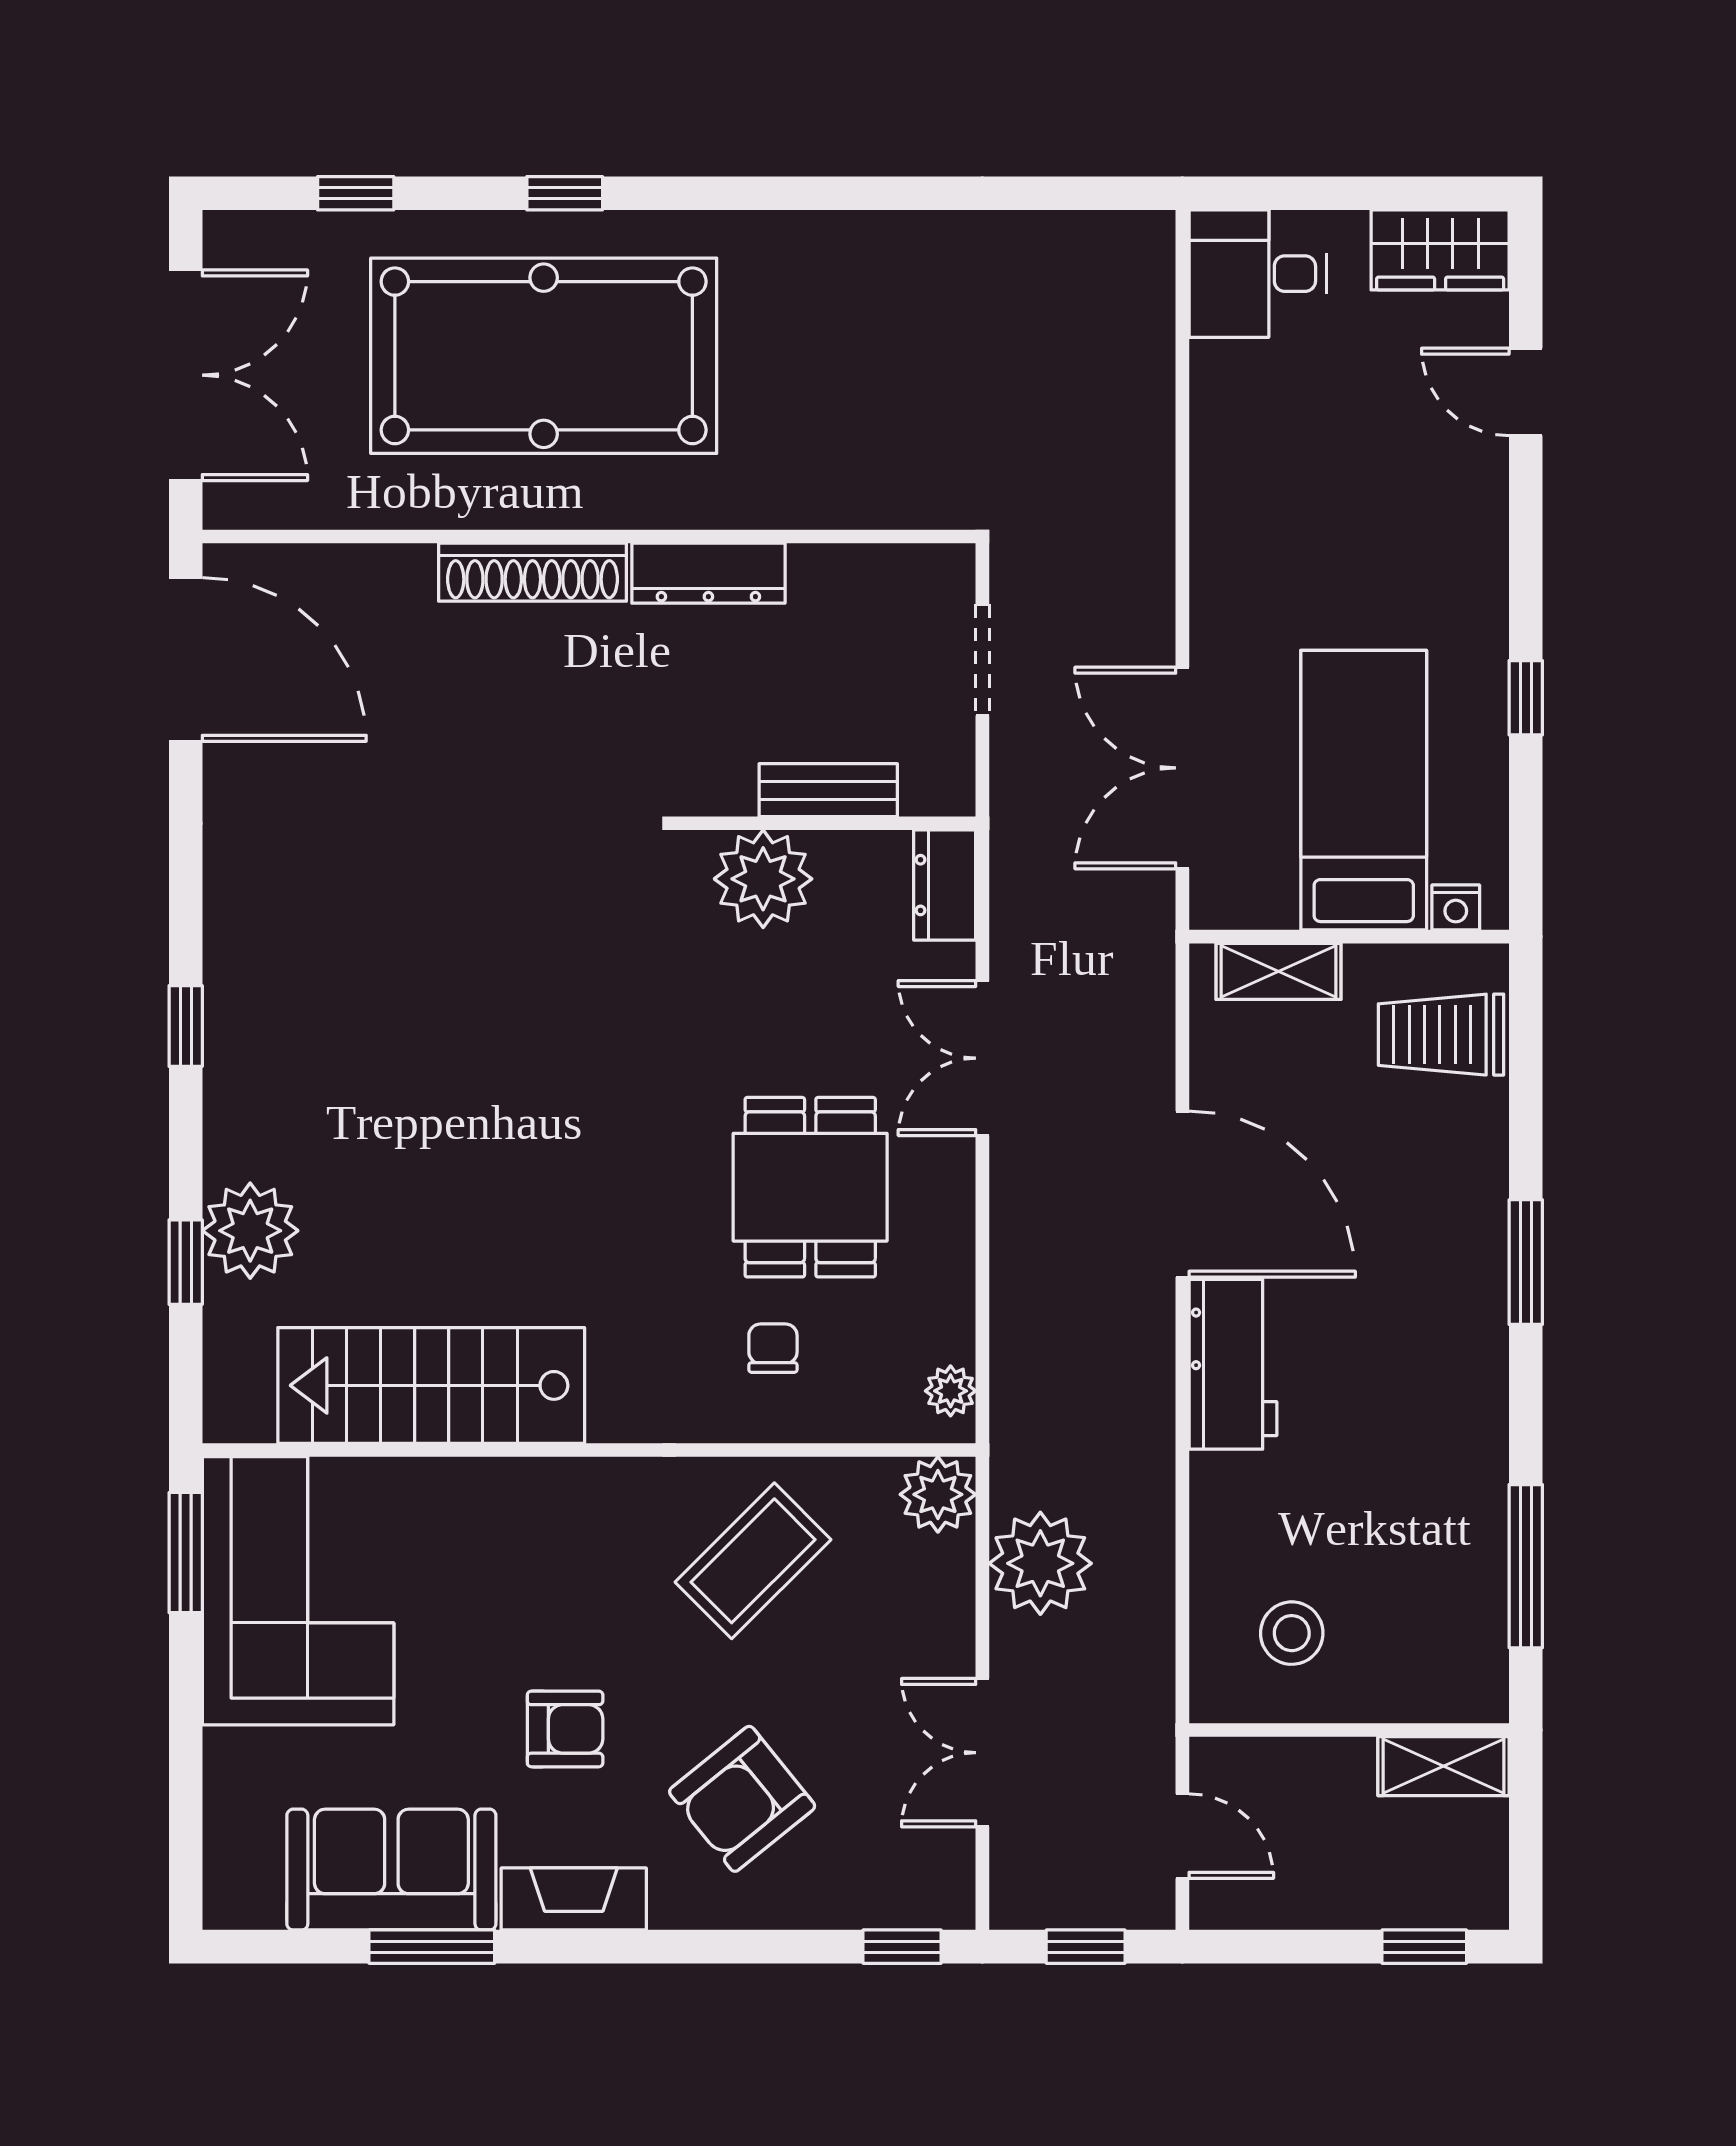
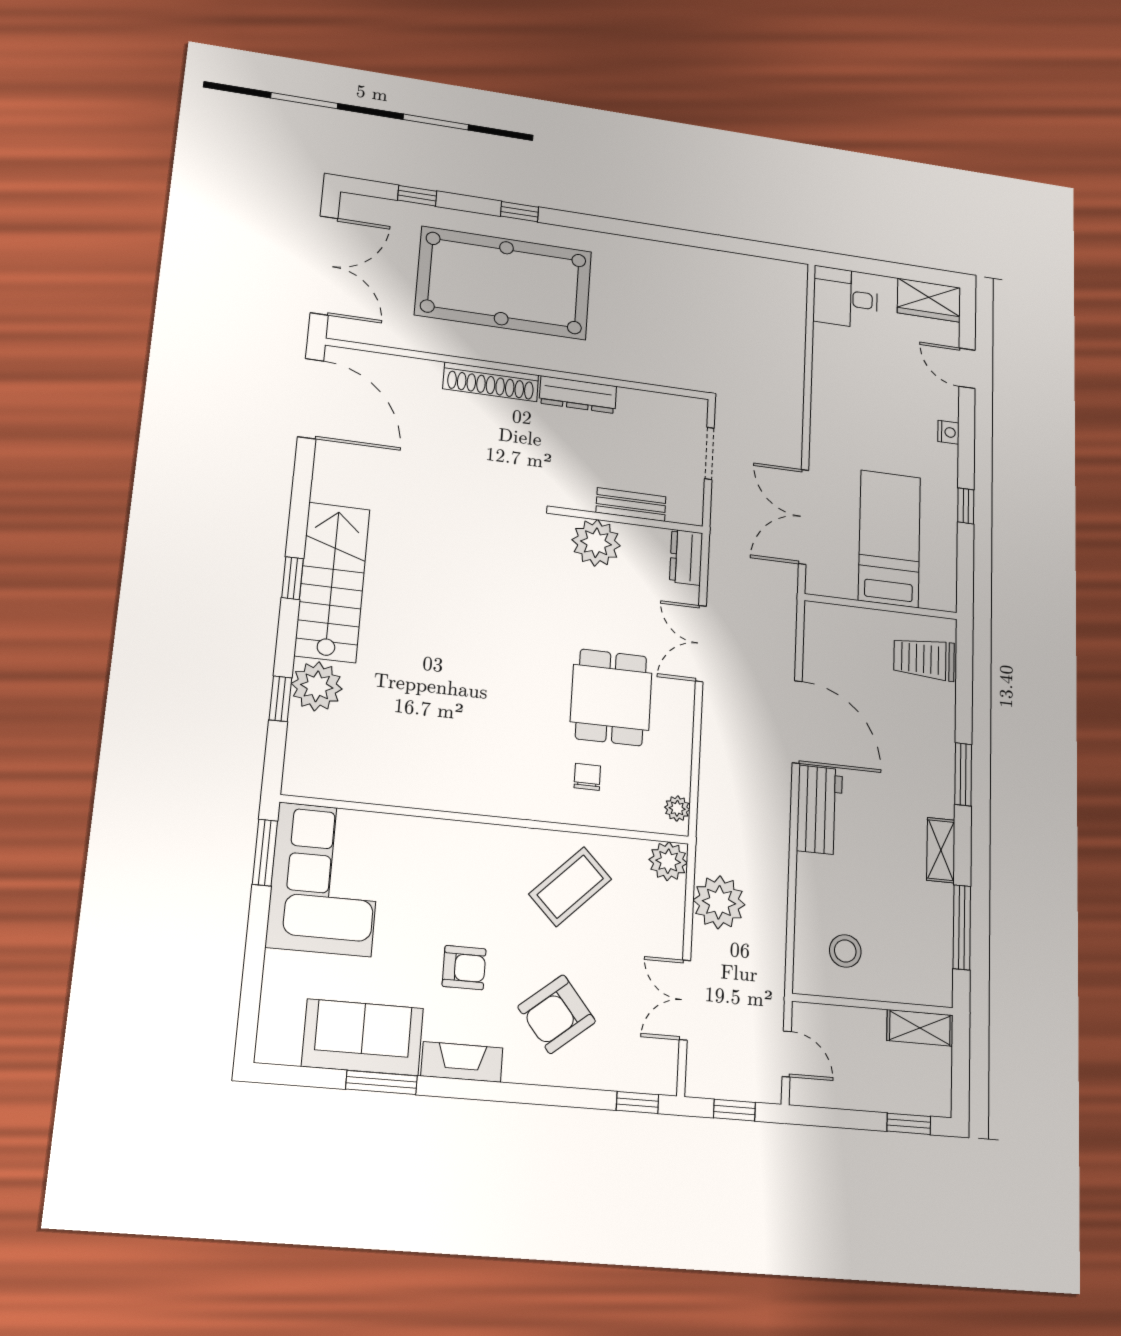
nightstand: (1456, 907) -> (948, 432), moved, turned -90
shelving: (1279, 971) -> (941, 850), moved, turned 90
stairs: (431, 1385) -> (332, 582), moved, turned 90

